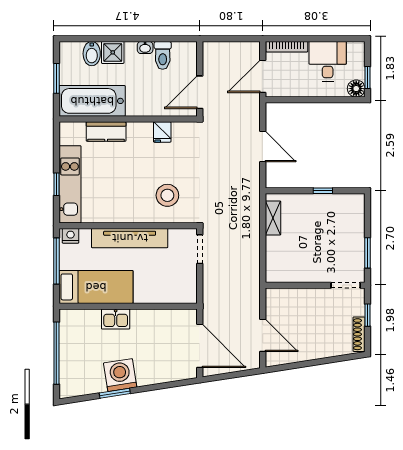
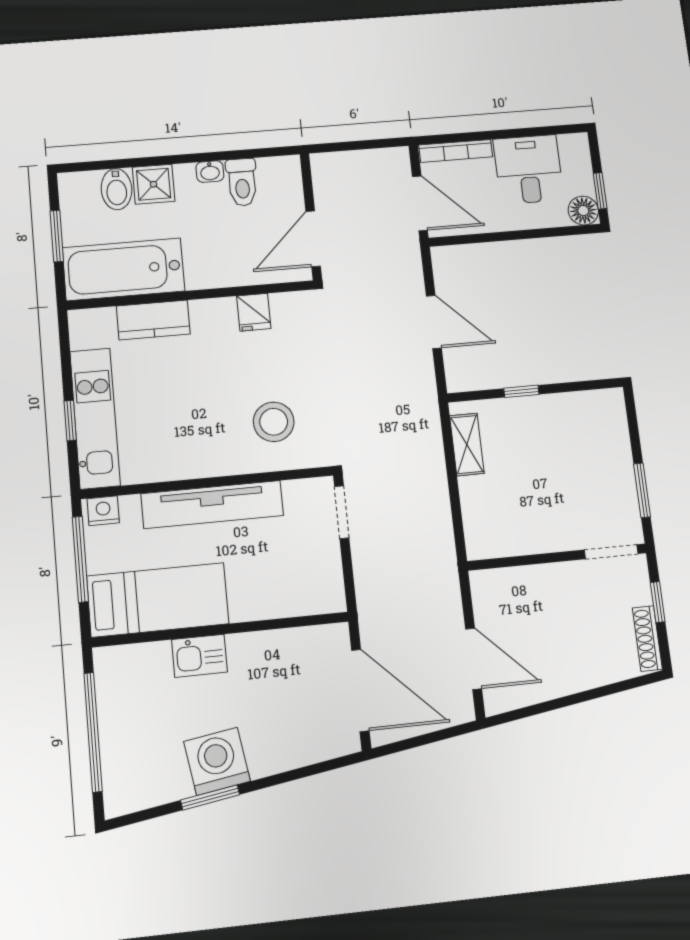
door: (263, 76) -> (420, 203), swing flipped
window: (323, 191) -> (521, 391), moved

